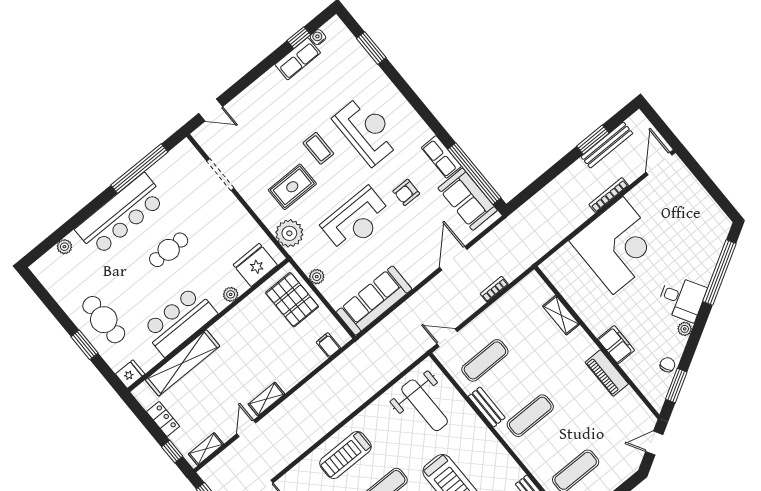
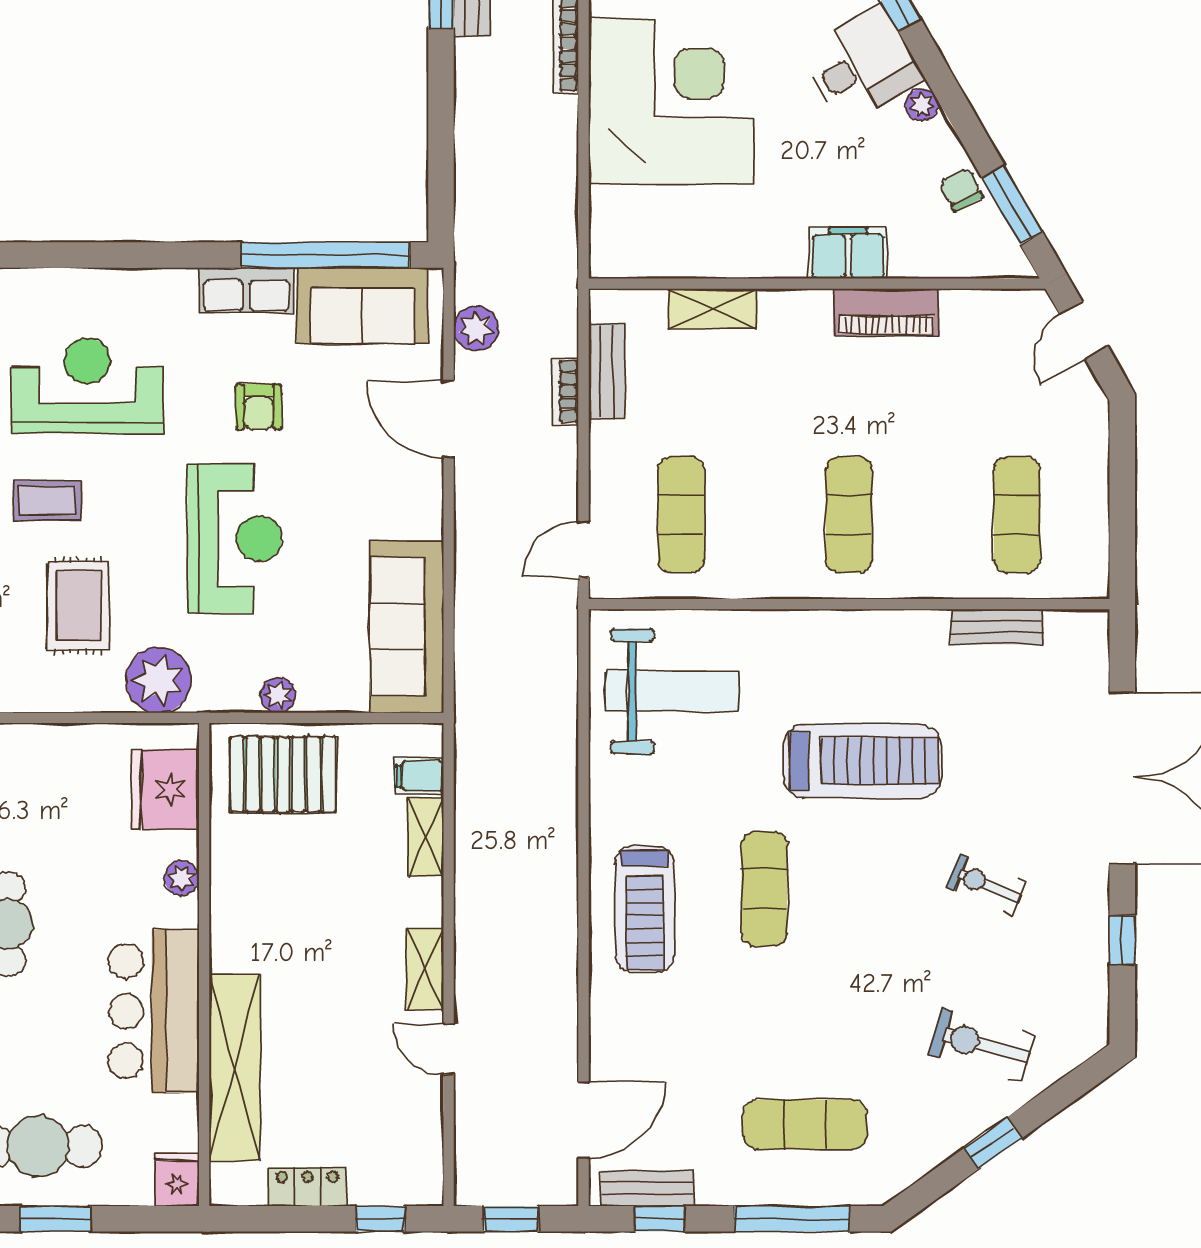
plant: (491, 243) -> (476, 328), added
bench: (487, 407) -> (607, 371), moved, turned 90
shelving: (206, 449) -> (426, 837), moved

